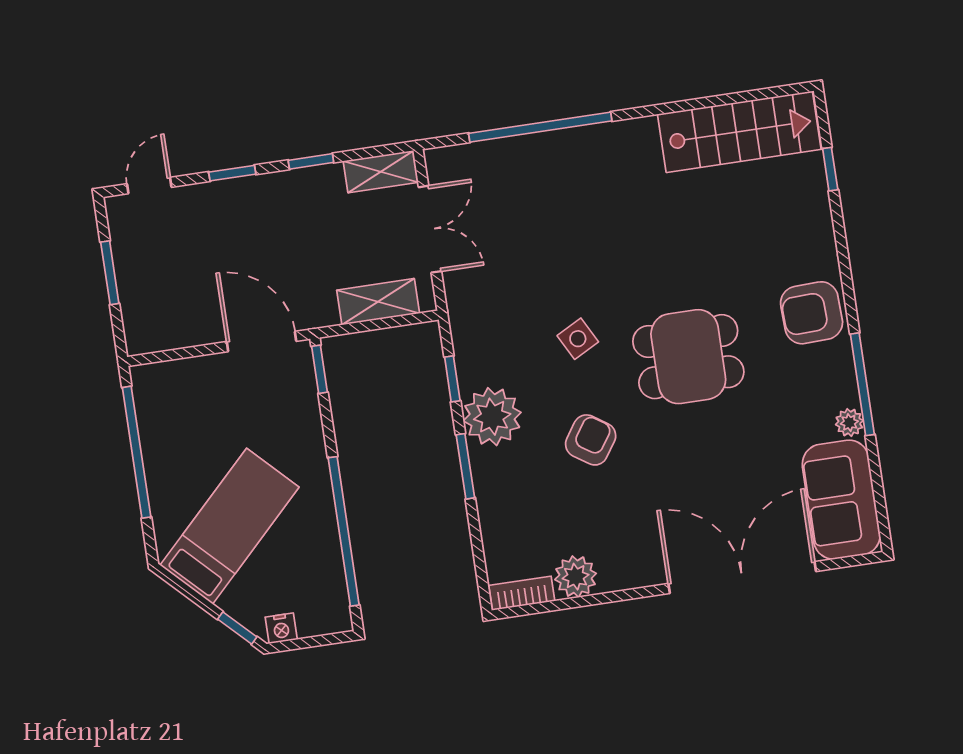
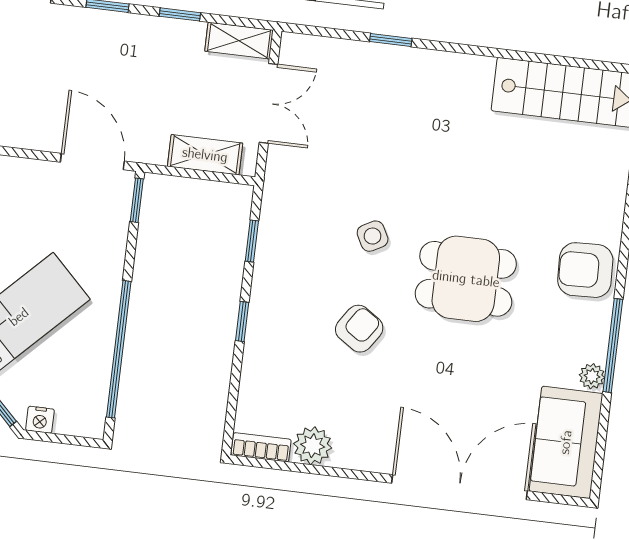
window: (540, 127) -> (391, 40), width x0.32
plant: (492, 417) -> (278, 284), removed
window: (465, 466) -> (242, 321), width x0.67

